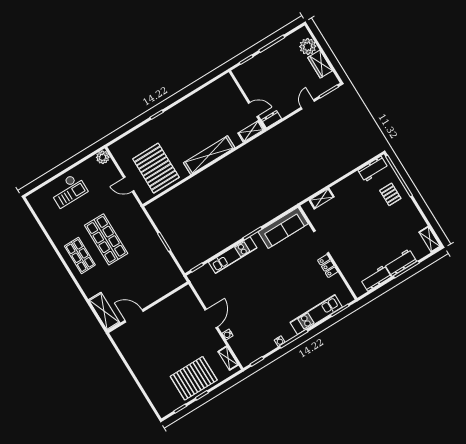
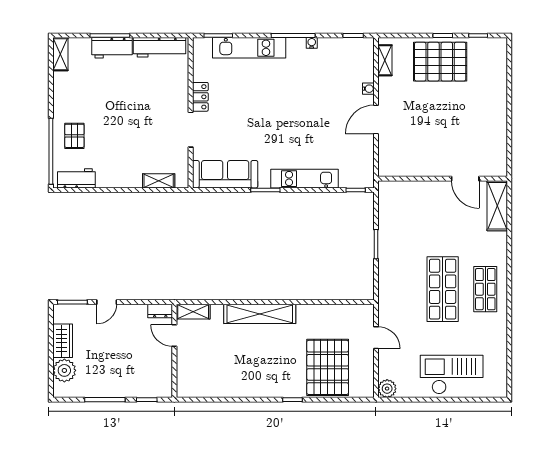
pallet: (156, 168) -> (328, 367), moved
checkout: (68, 190) -> (452, 375), width x1.36, depth x1.21
workbench: (376, 278) -> (159, 47), width x1.38

